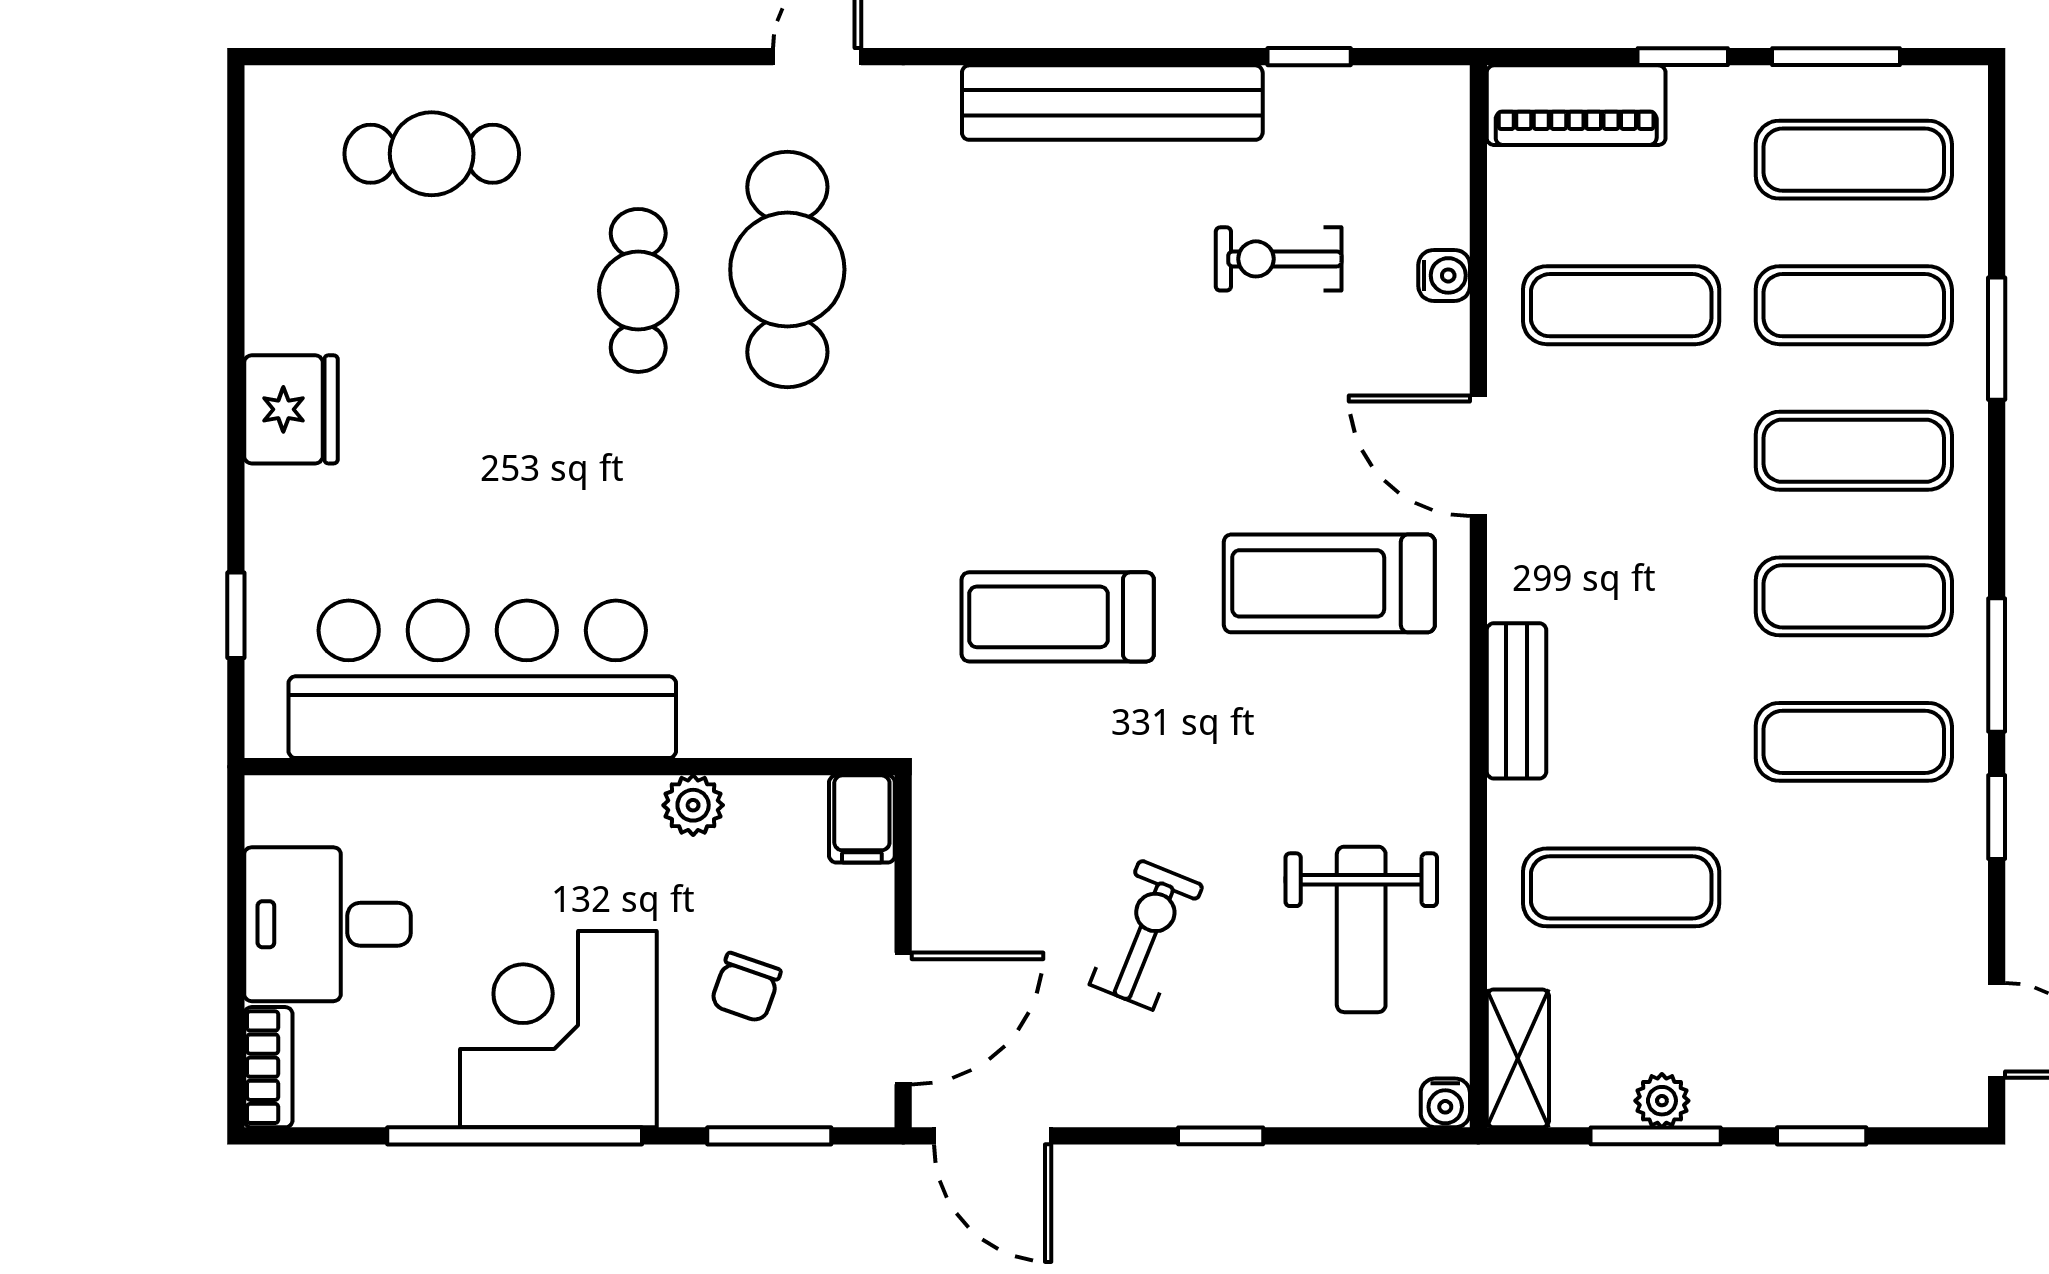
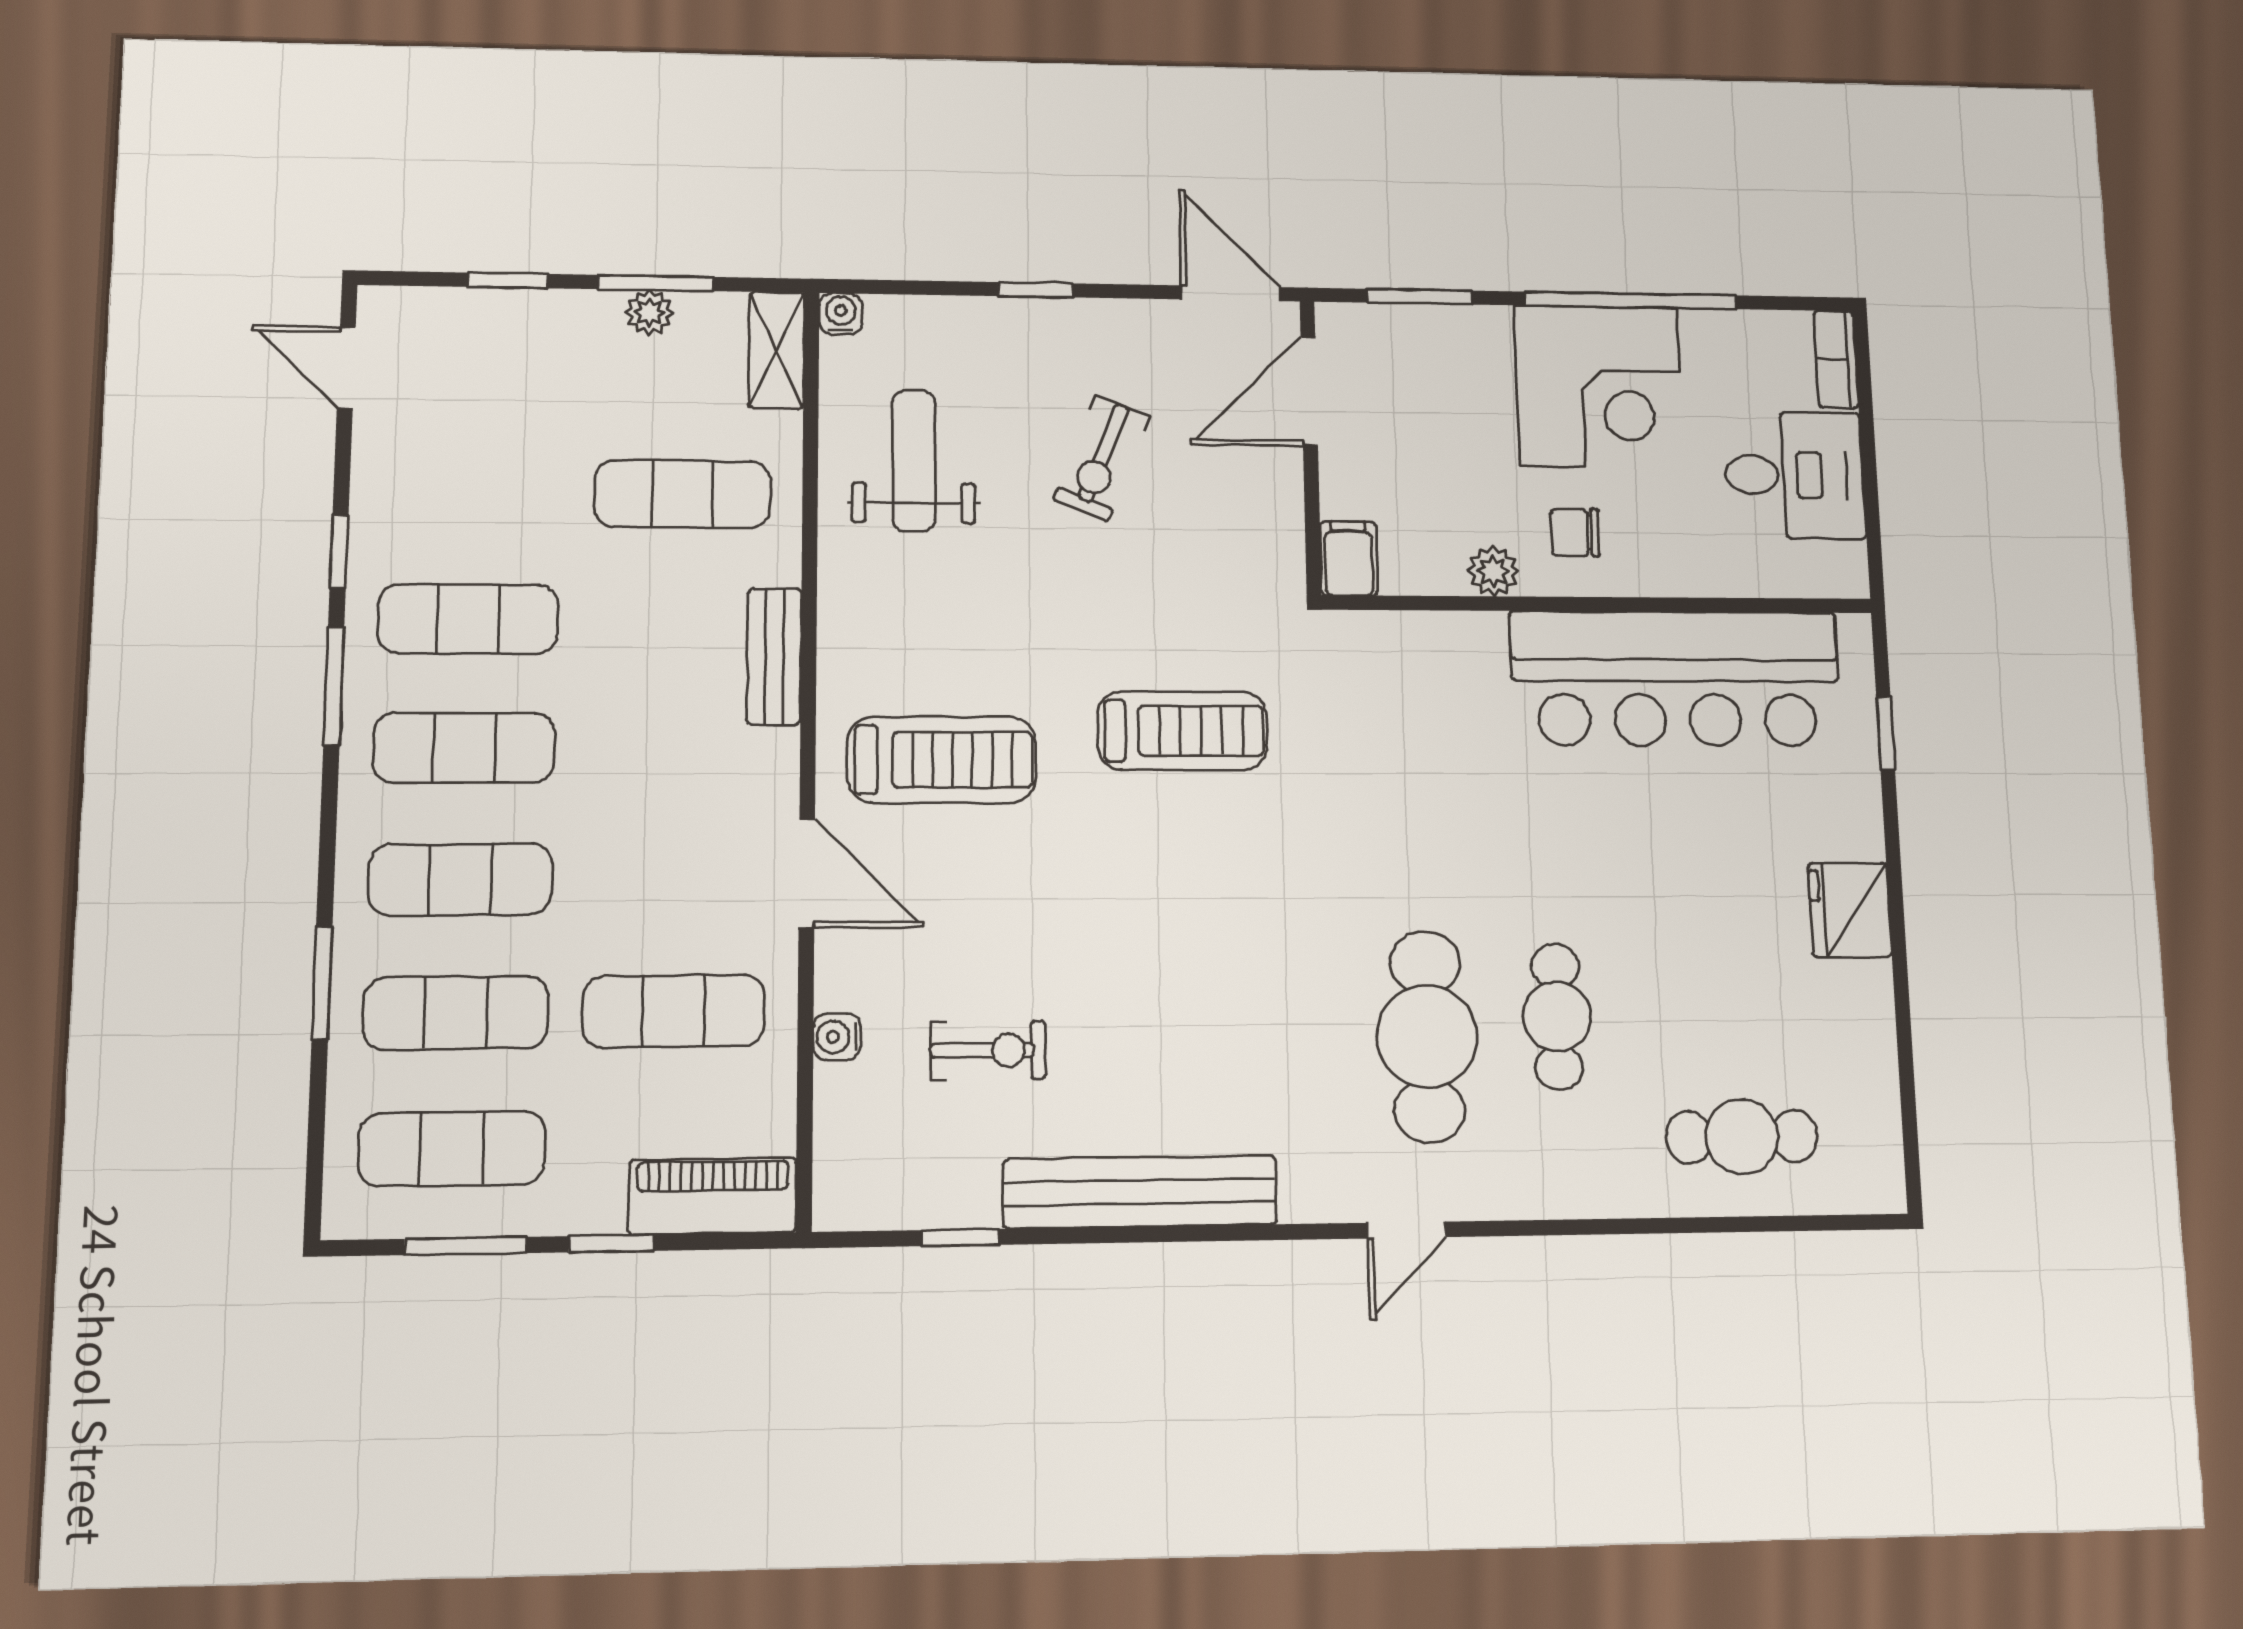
chair: (746, 987) -> (1575, 532), moved, turned -109

